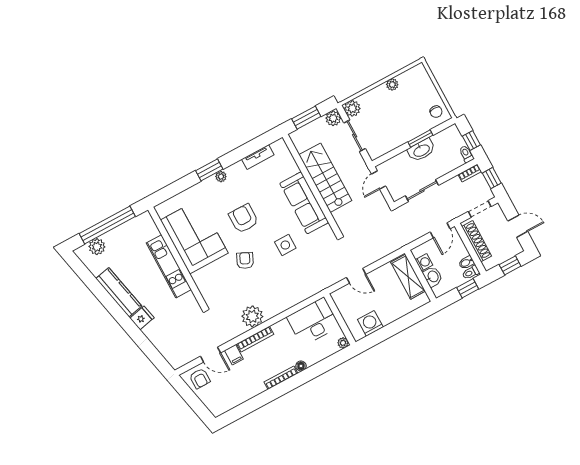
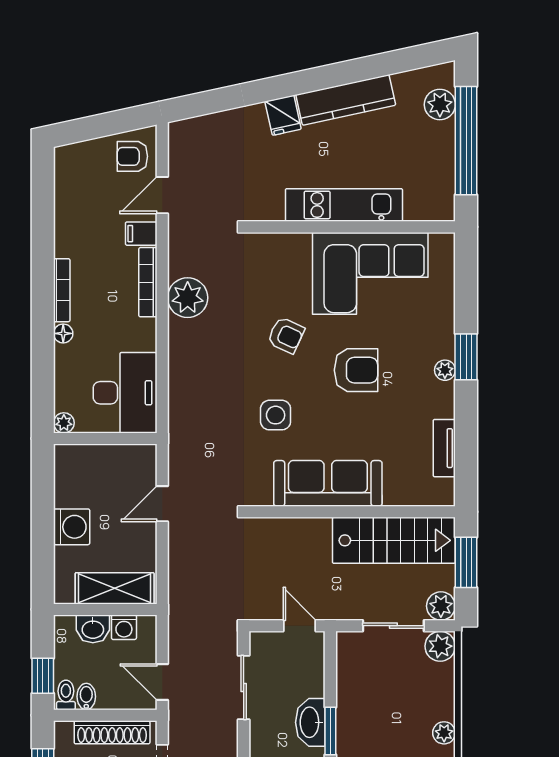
stairs: (325, 178) -> (394, 540), moved
washing machine: (370, 323) -> (72, 527), moved

